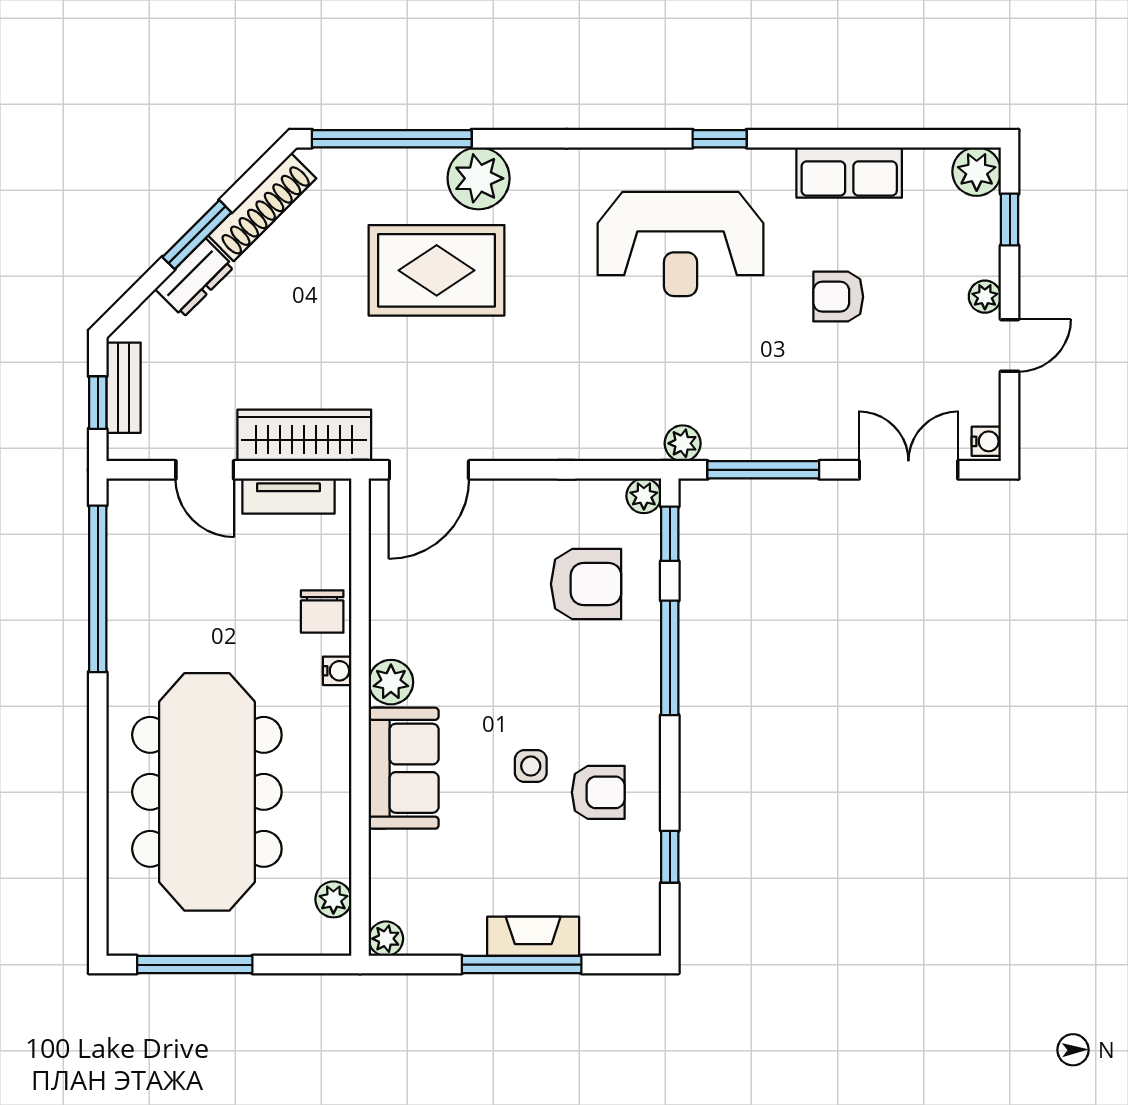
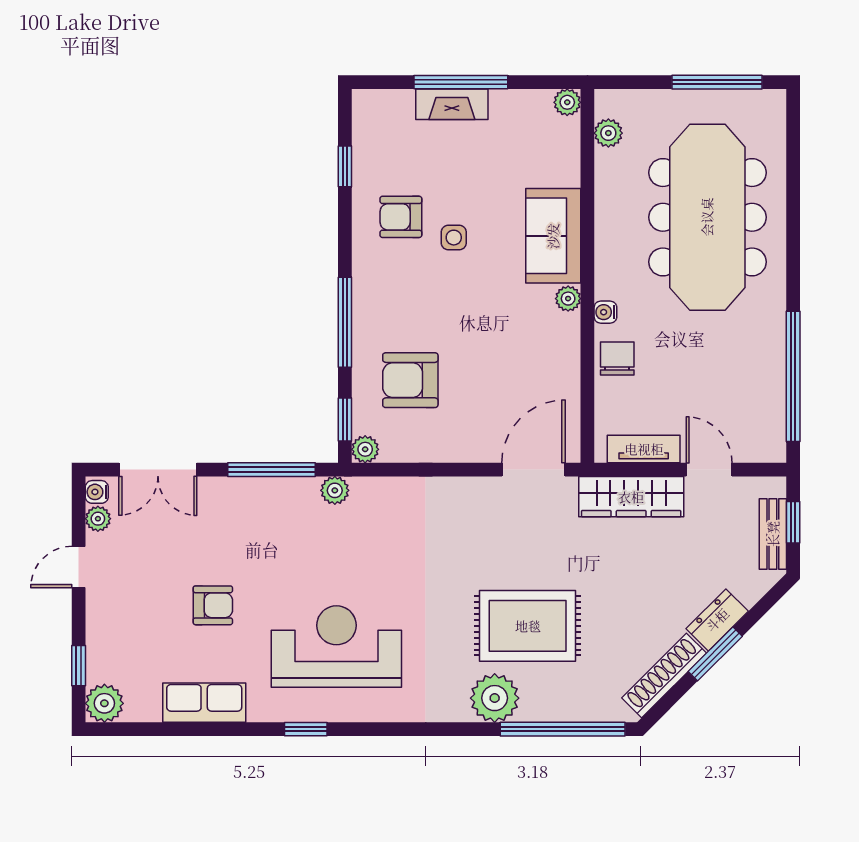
plant: (985, 297) -> (98, 519), moved
plant: (391, 682) -> (568, 299), width x0.73, depth x0.73

